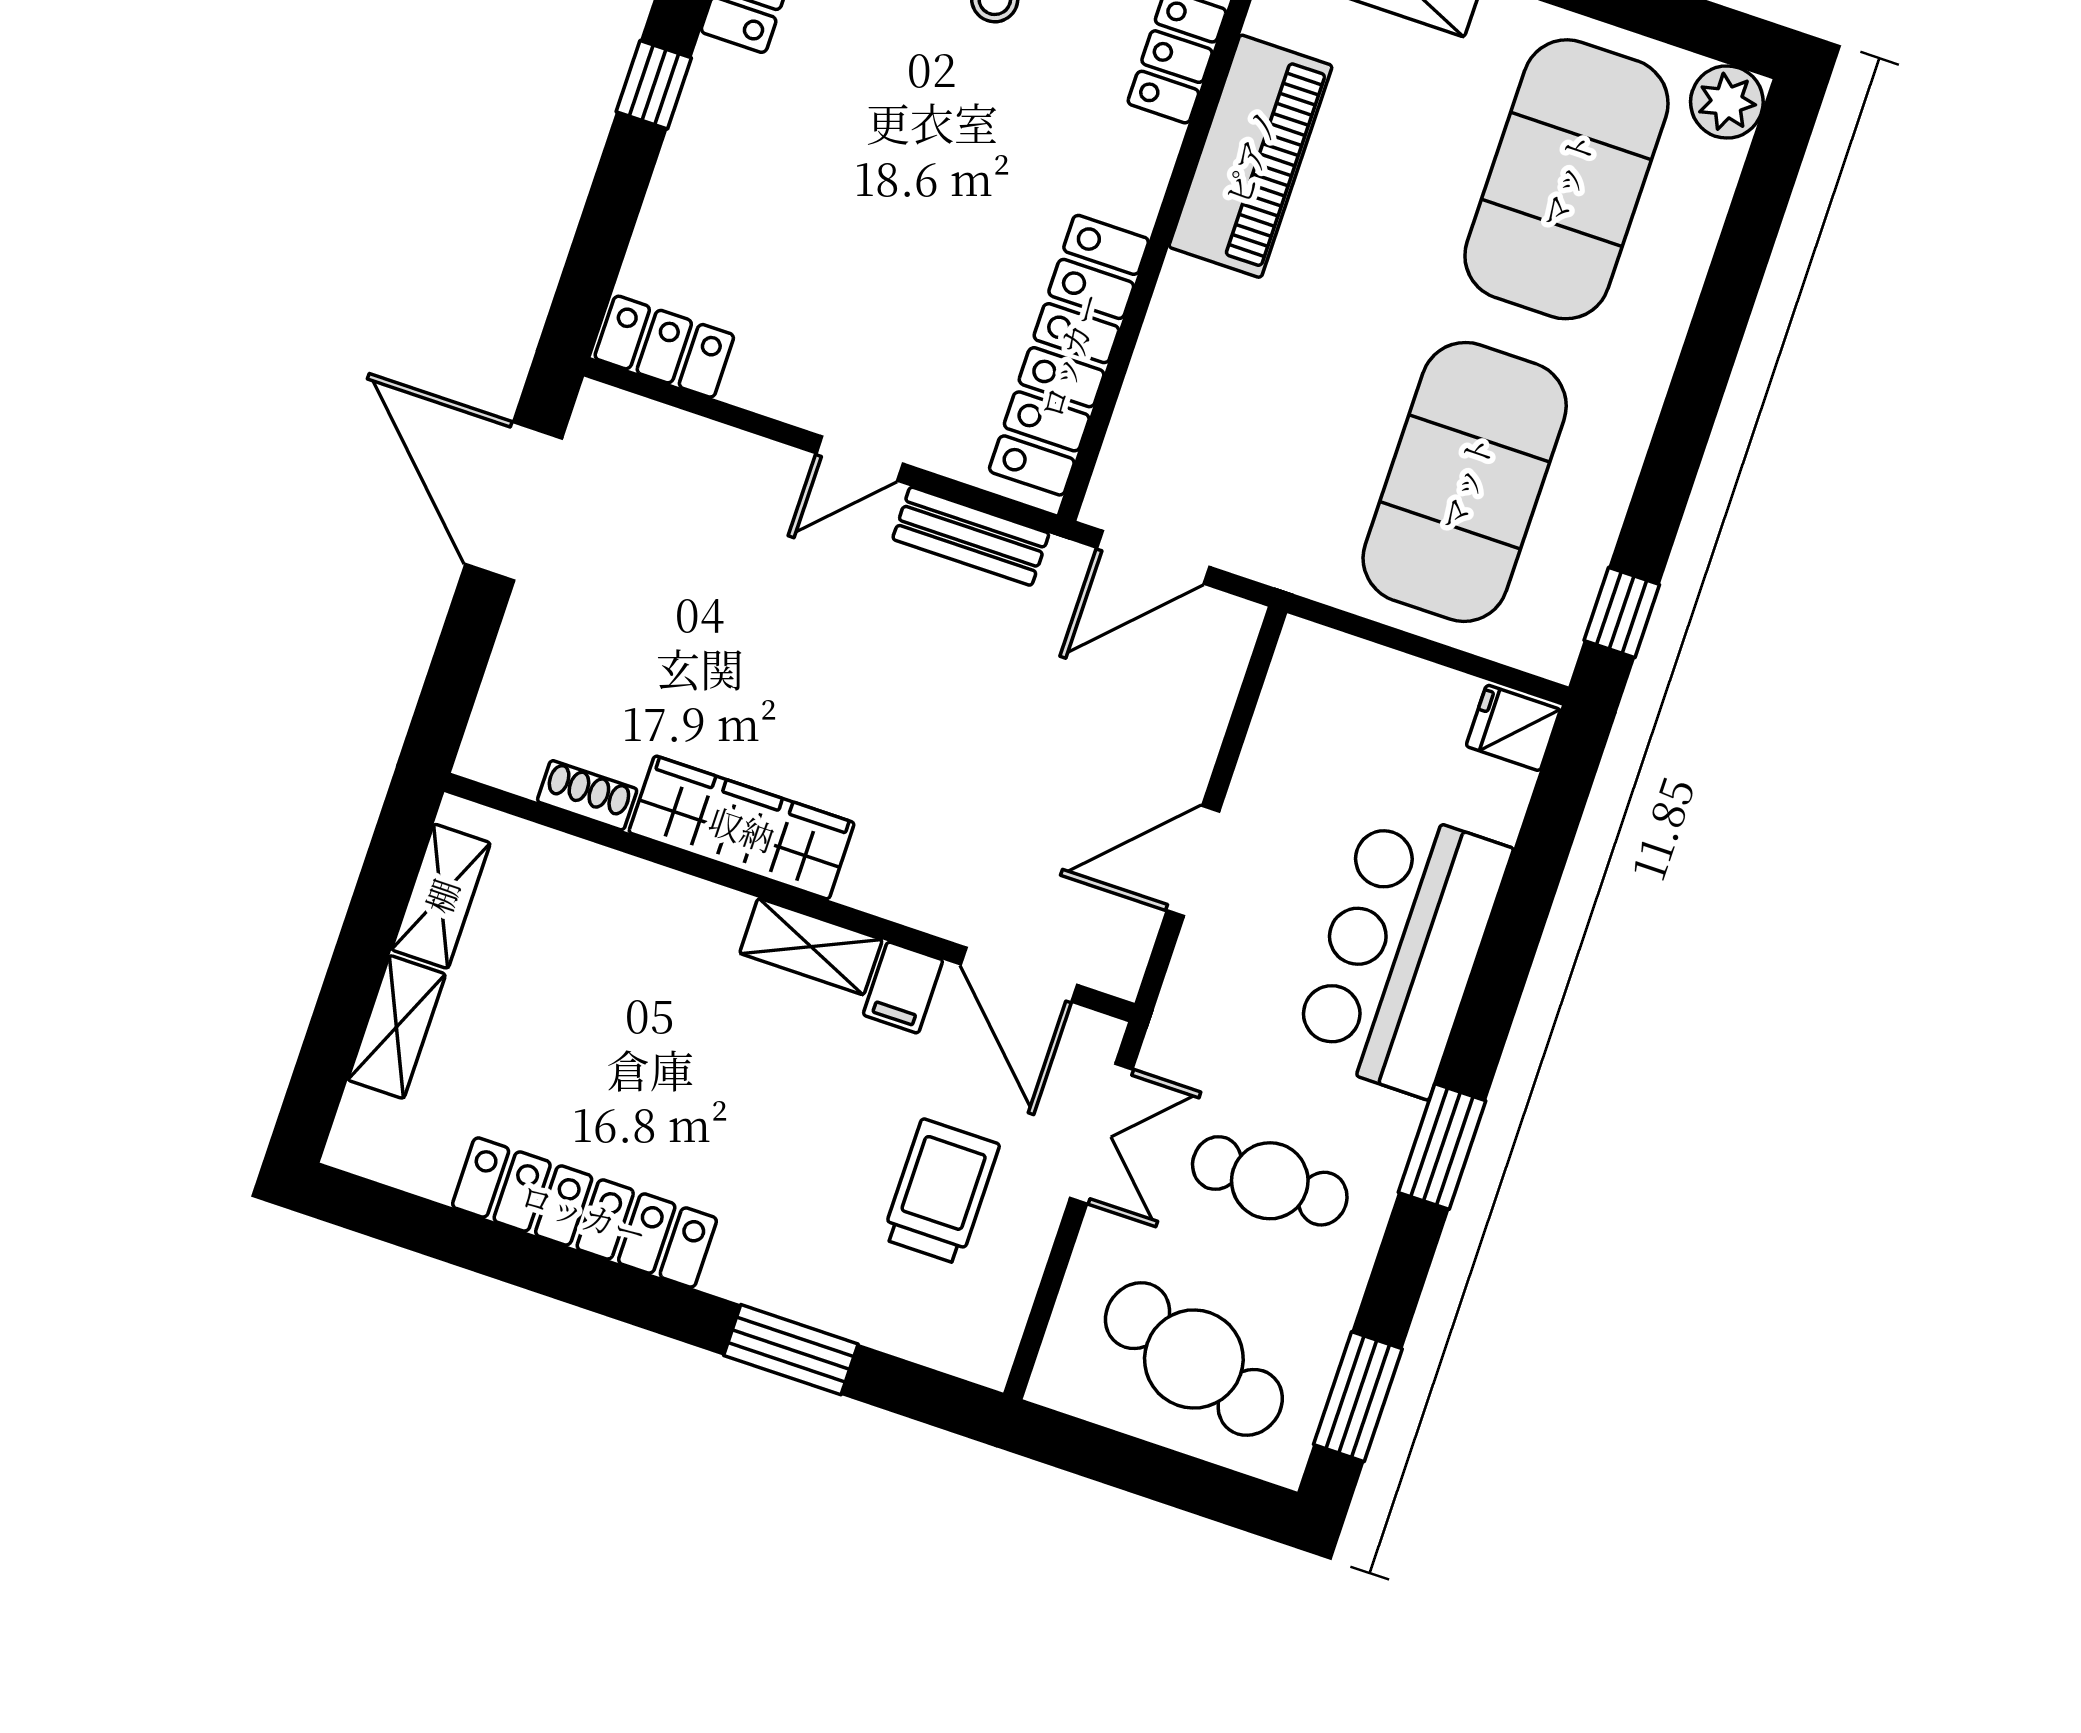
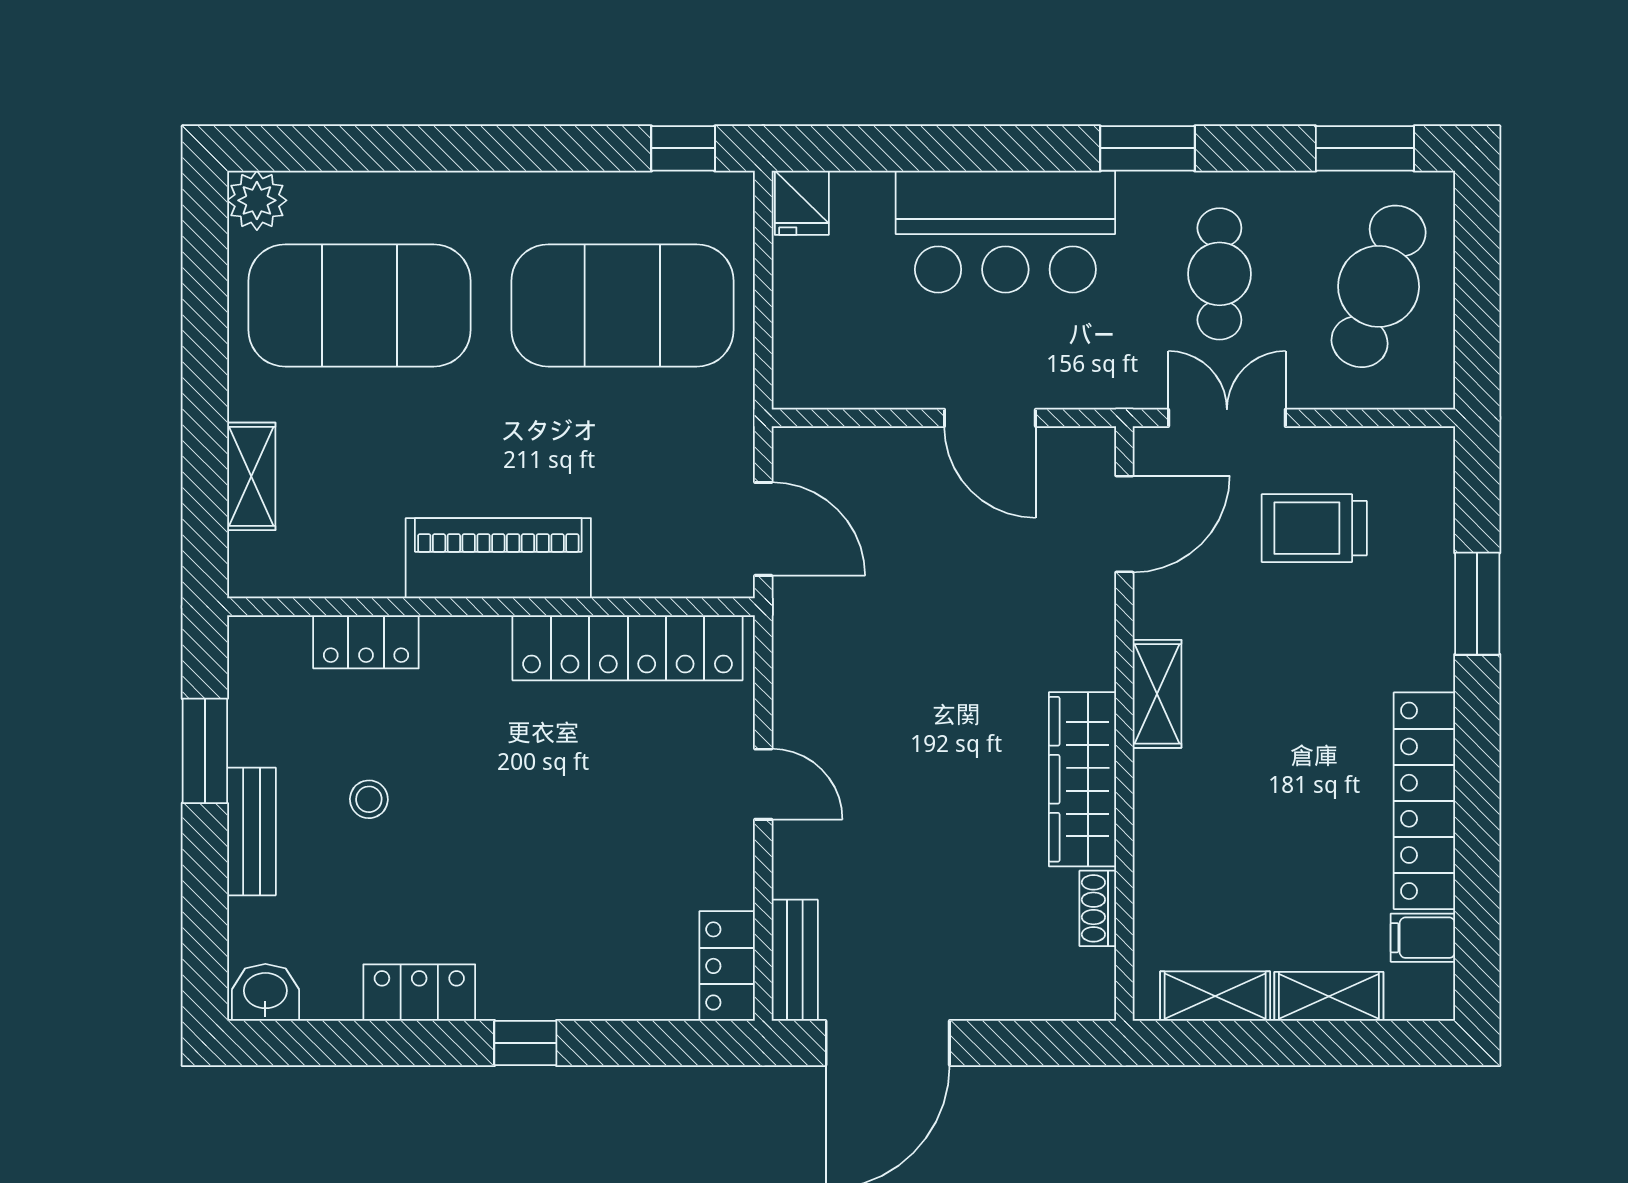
piano: (1250, 156) -> (498, 558), moved
bench: (971, 536) -> (795, 960), moved
filing cabinet: (903, 988) -> (1423, 938), moved, turned 180

